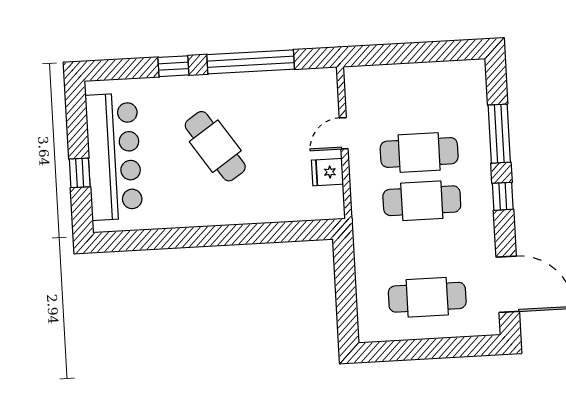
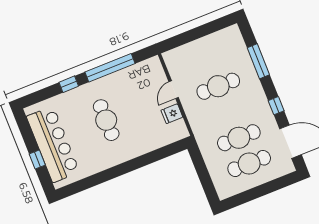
cafe table: (215, 146) -> (106, 120), turned 34
window: (503, 196) -> (276, 106), moved
cafe table: (422, 201) -> (239, 138), moved

